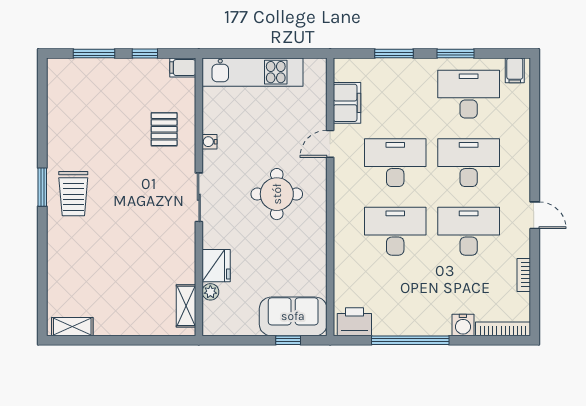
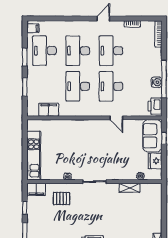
filing cabinet: (183, 68) -> (36, 189), width x2.00
door: (330, 144) -> (116, 118), moved
round table: (277, 194) -> (93, 144), removed
fridge: (216, 266) -> (155, 161), moved, turned -90
shelving: (186, 306) -> (130, 188), moved
water cooler: (463, 325) -> (157, 82), moved

